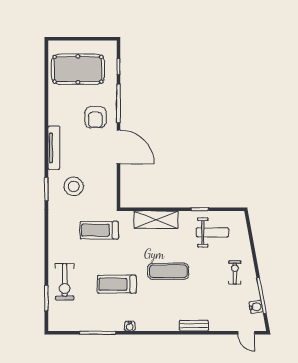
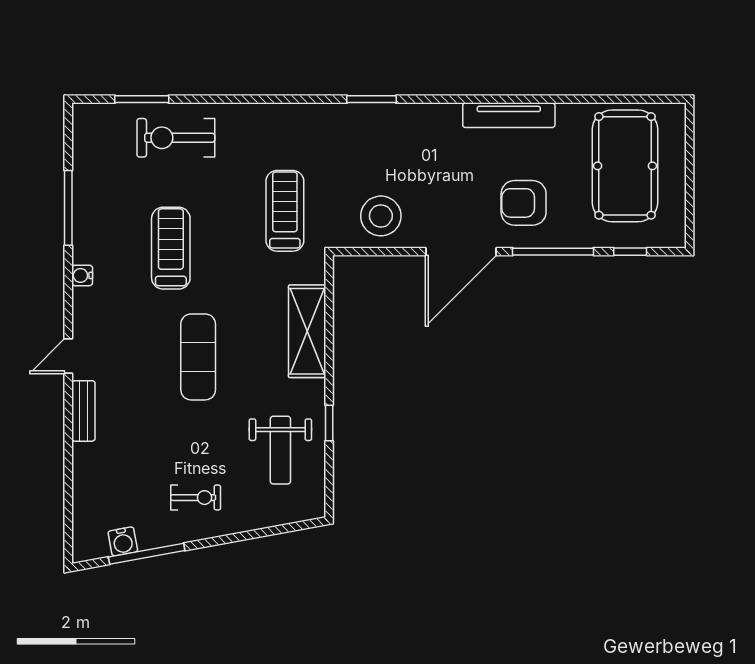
tv unit: (54, 148) -> (509, 115), moved
stool: (74, 186) -> (381, 216), moved
door: (246, 333) -> (68, 356), moved

